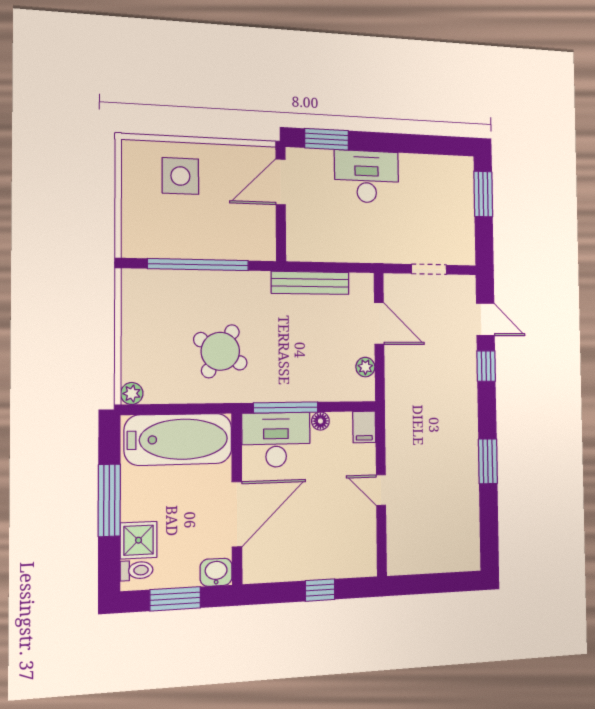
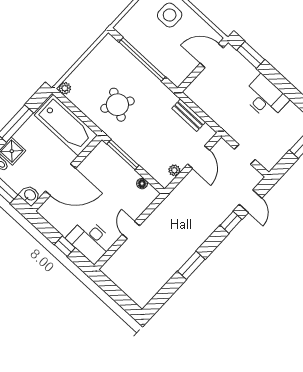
desk: (367, 177) -> (265, 98), moved
bench: (310, 283) -> (189, 115), width x0.73
floor lamp: (320, 421) -> (142, 184), moved
filing cabinet: (364, 427) -> (149, 196), removed
desk: (276, 440) -> (90, 240), moved, turned 180

